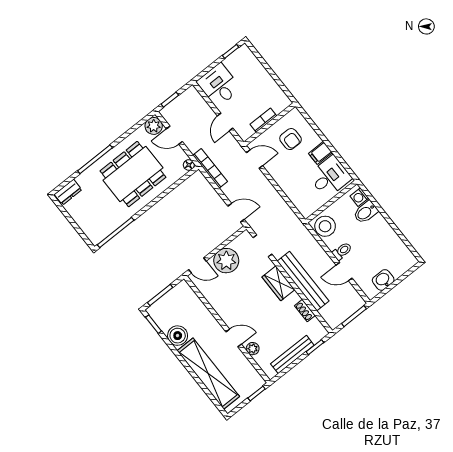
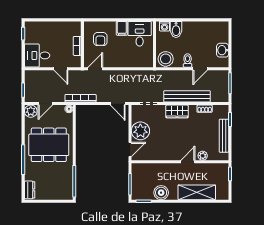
armchair: (291, 139) -> (100, 39), turned 90
dining table: (133, 174) -> (49, 145), turned 90
door: (236, 213) -> (118, 104), swing flipped
shelving: (208, 374) -> (197, 192), width x0.68

